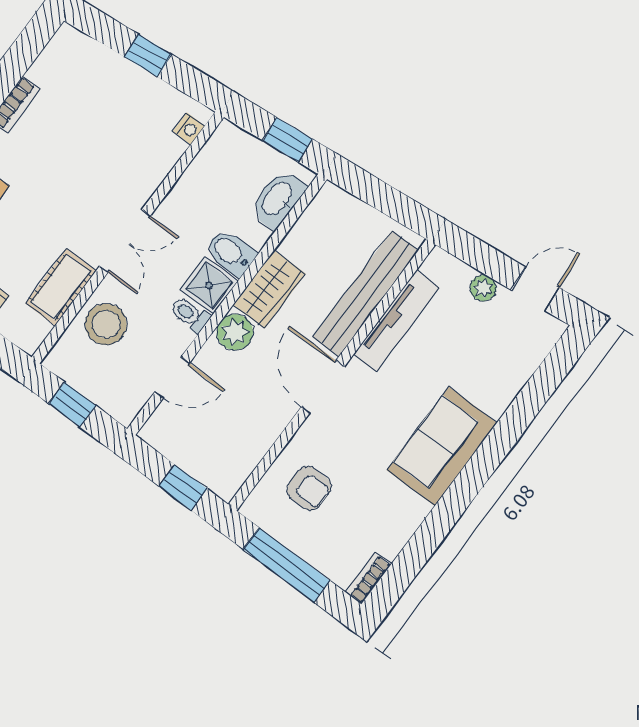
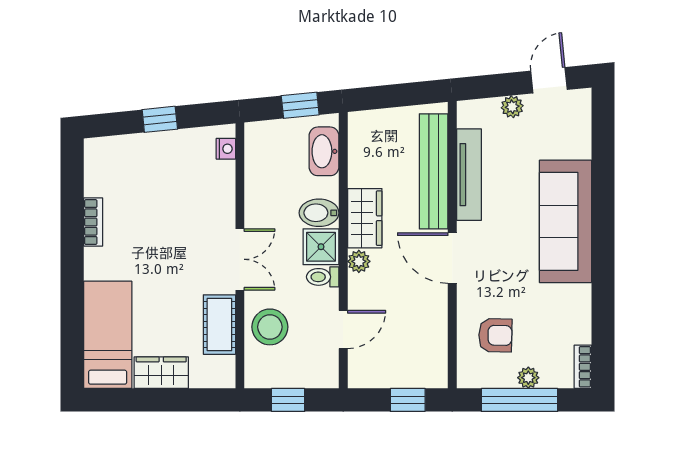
plant: (235, 332) -> (359, 261), width x0.73, depth x0.73
sofa: (442, 446) -> (565, 221), width x1.36
plant: (310, 550) -> (528, 378), added

